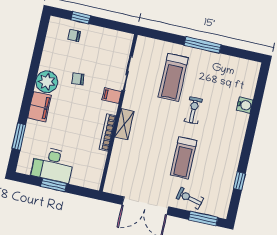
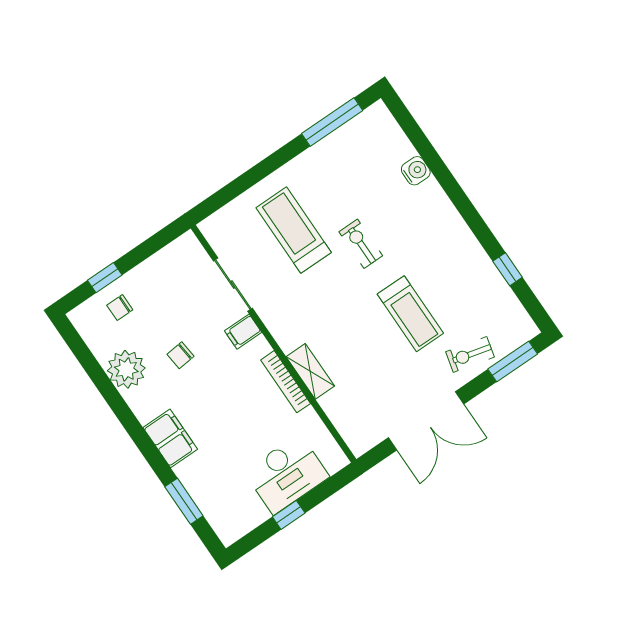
window: (203, 45) -> (332, 122), moved
treadmill: (173, 77) -> (294, 230), turned 180
plant: (47, 82) -> (126, 369), moved
shelving: (124, 124) -> (310, 371), moved
desk: (53, 165) -> (287, 474), moved
window: (54, 185) -> (289, 515), width x0.67

